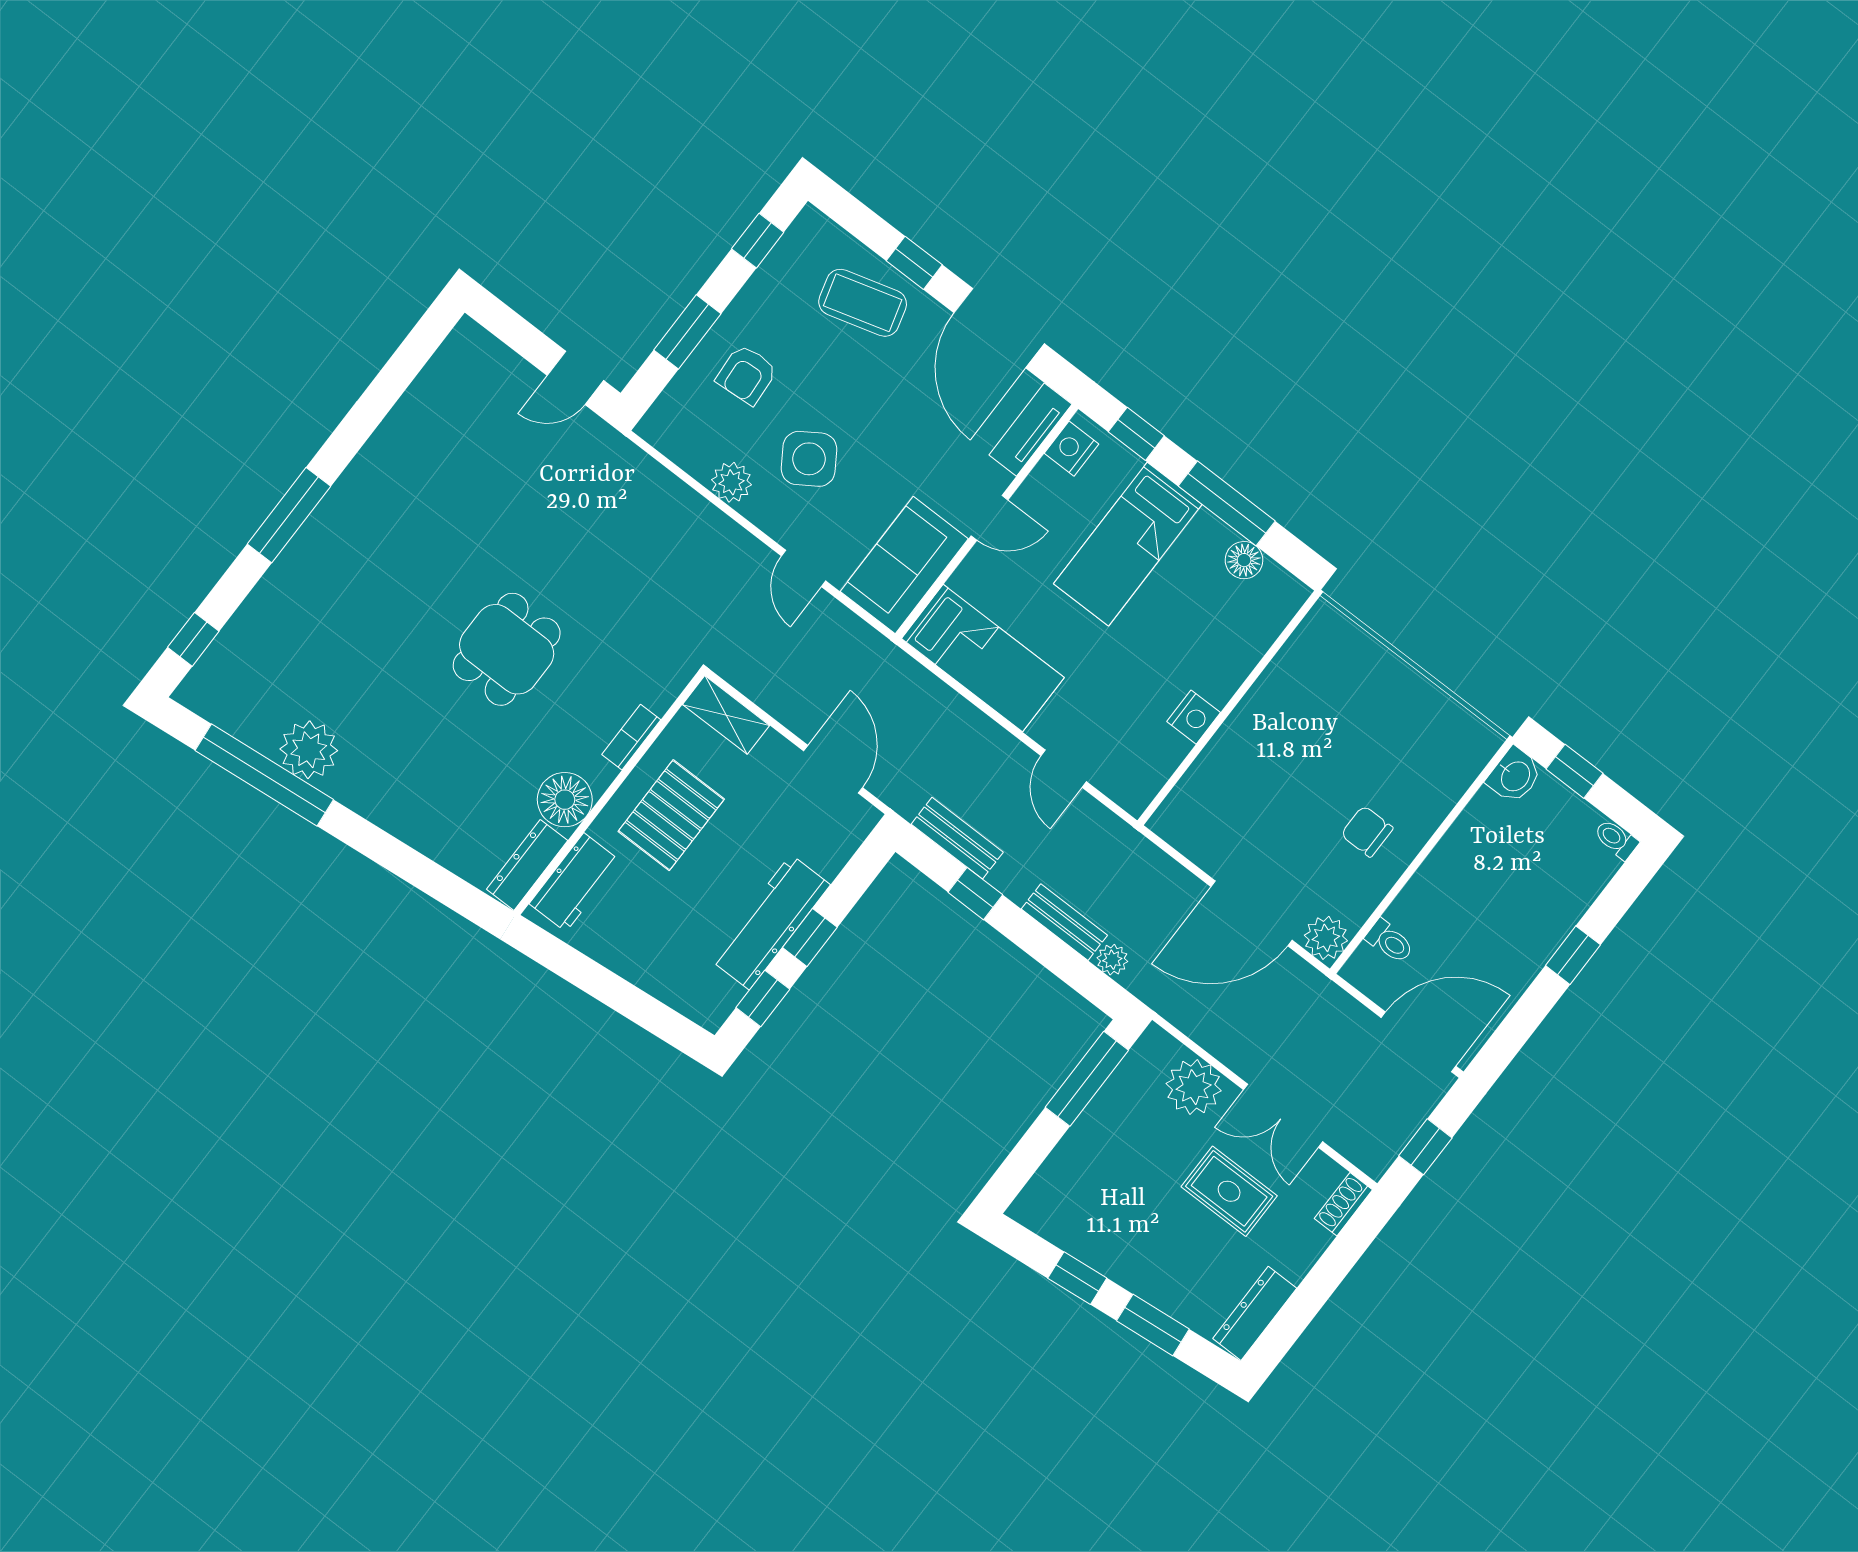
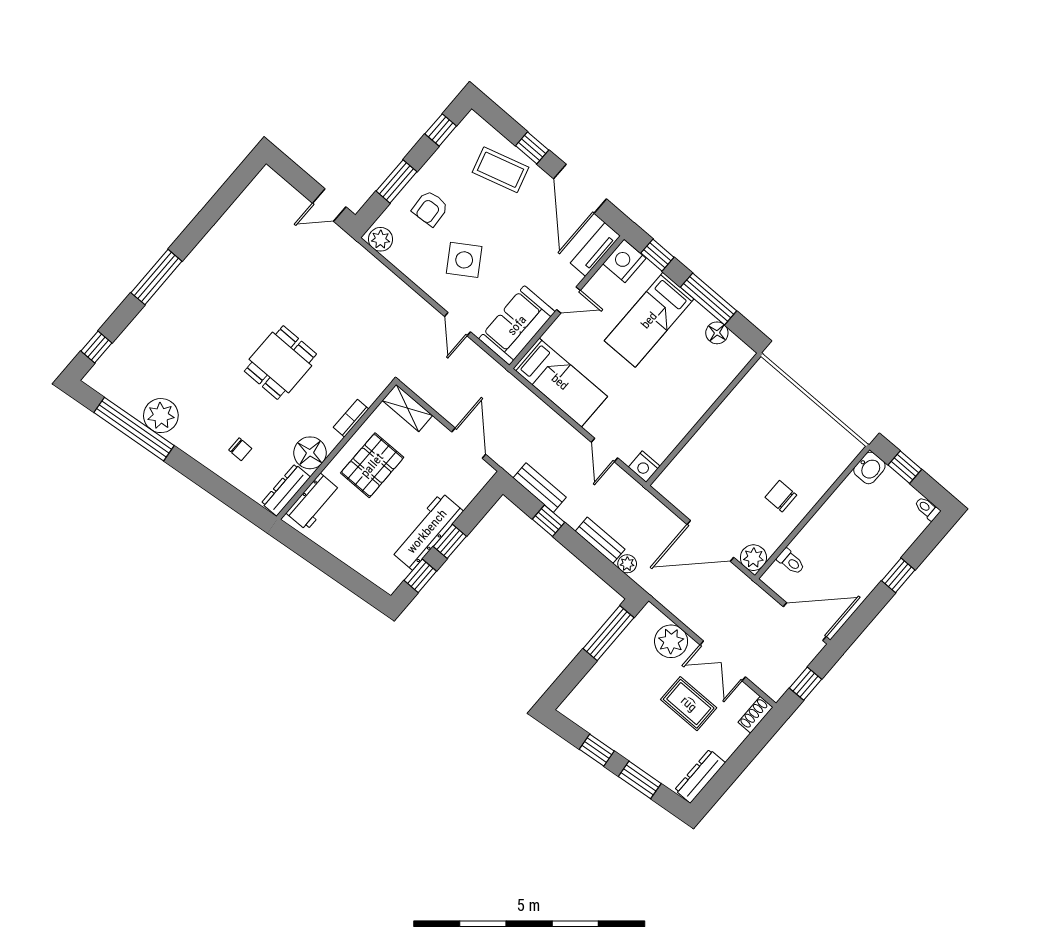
nightstand: (1071, 449) -> (624, 261), width x1.36, depth x1.33
plant: (731, 482) -> (381, 239), moved
nightstand: (1194, 717) -> (644, 467), moved, turned 90
chair: (446, 800) -> (240, 449), added

